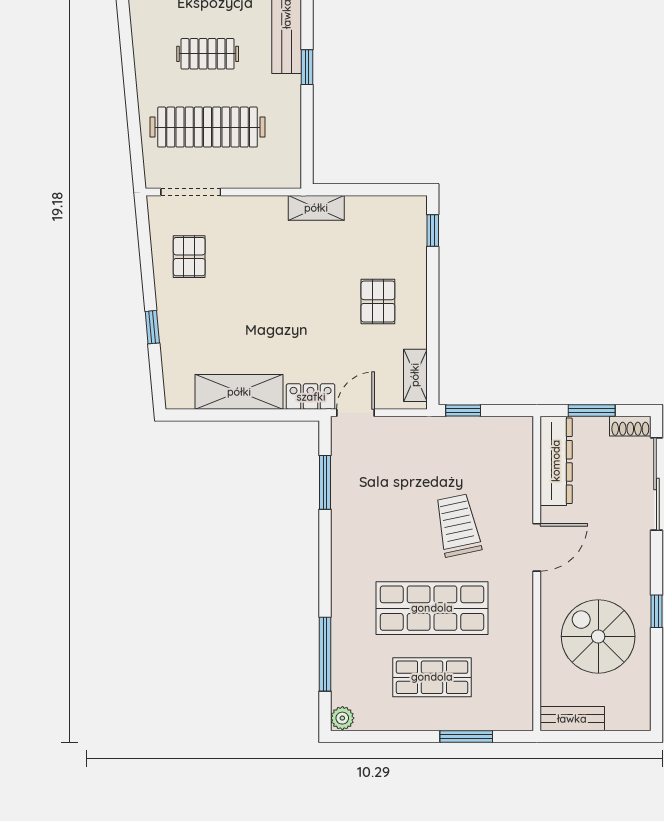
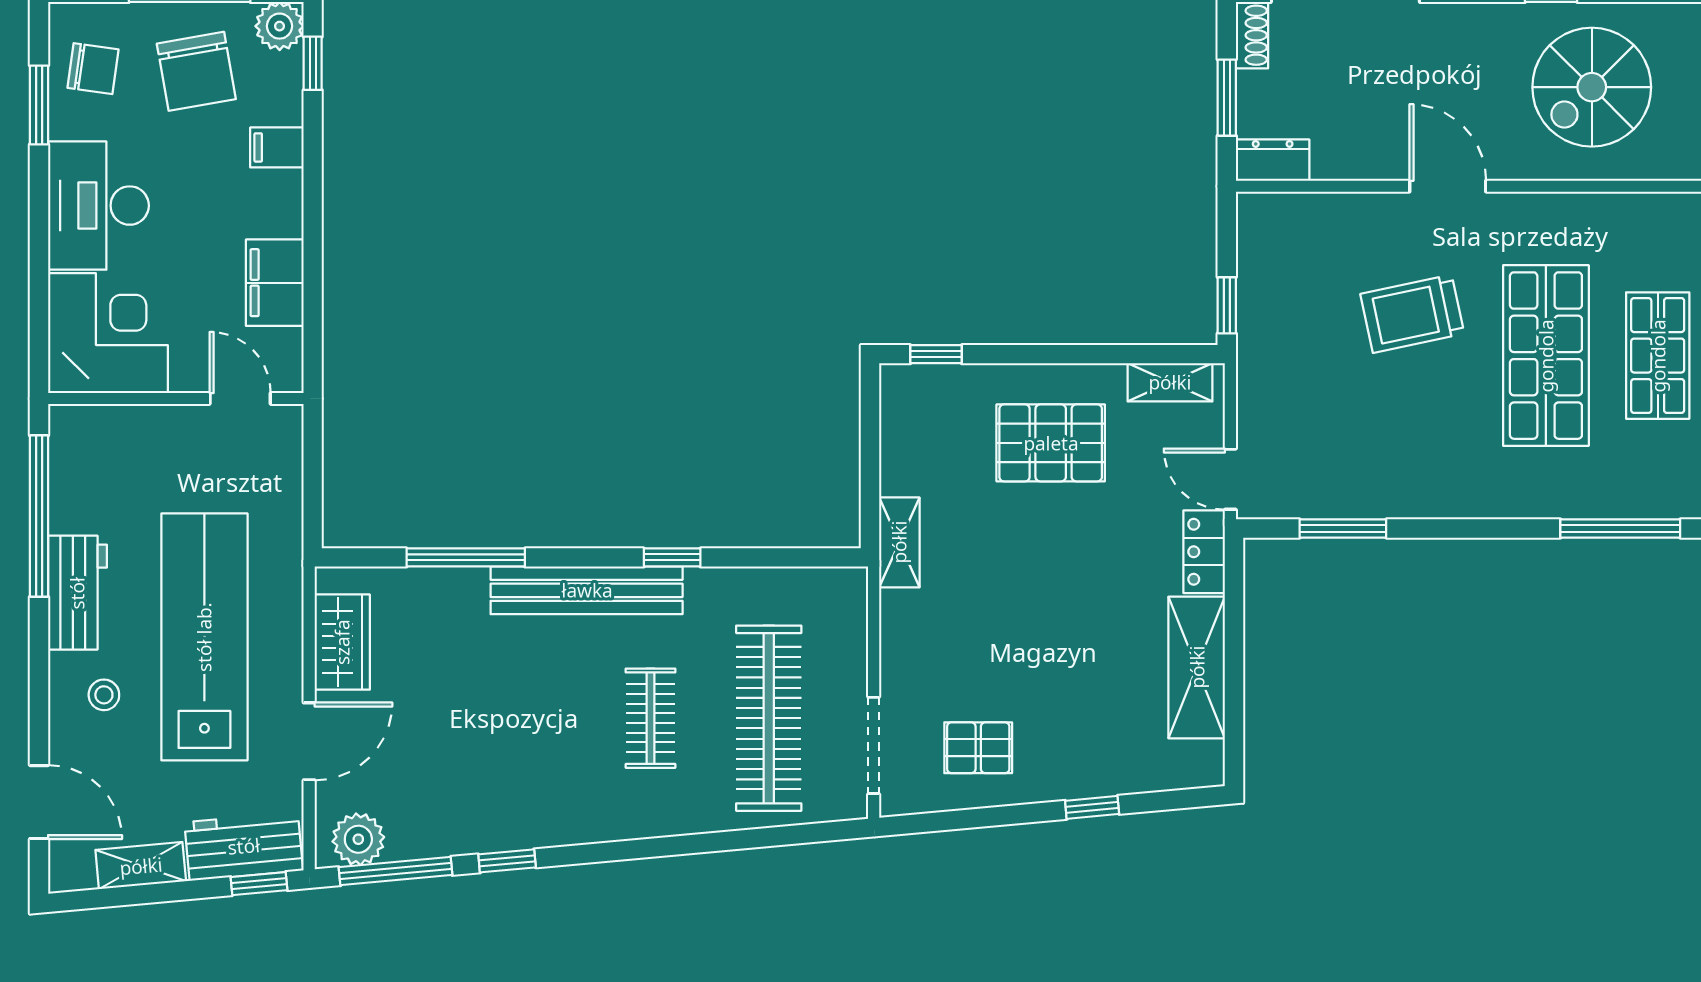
pallet: (378, 302) -> (1051, 443), width x1.50, depth x1.42
dresser: (556, 461) -> (1273, 160), width x0.51, depth x0.80

